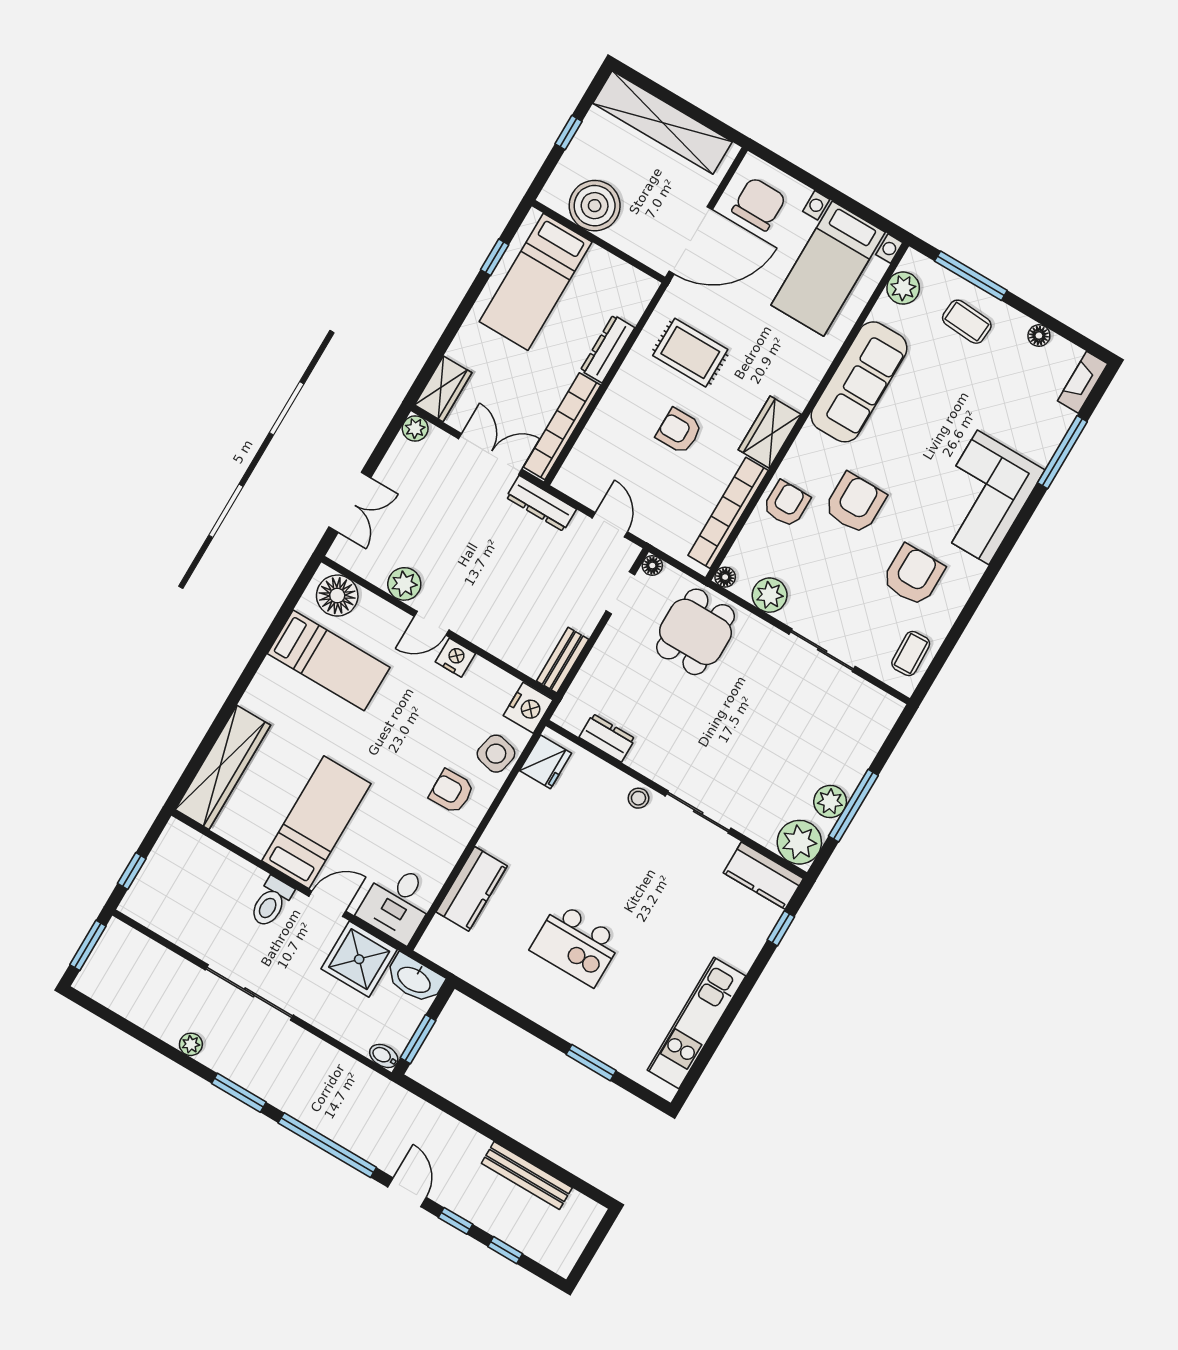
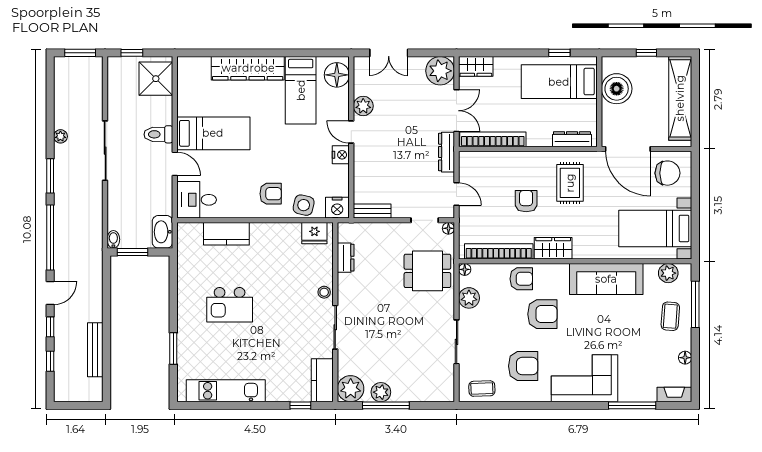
dresser: (608, 349) -> (572, 139), moved
plant: (415, 428) -> (440, 71), width x1.88, depth x1.88
door: (610, 525) -> (457, 194), hinge flipped
wardrobe: (223, 767) -> (248, 68), moved
armchair: (452, 791) -> (271, 194), turned 91
kitchen island: (576, 945) -> (230, 305), turned -90
shower: (359, 959) -> (156, 79), moved

